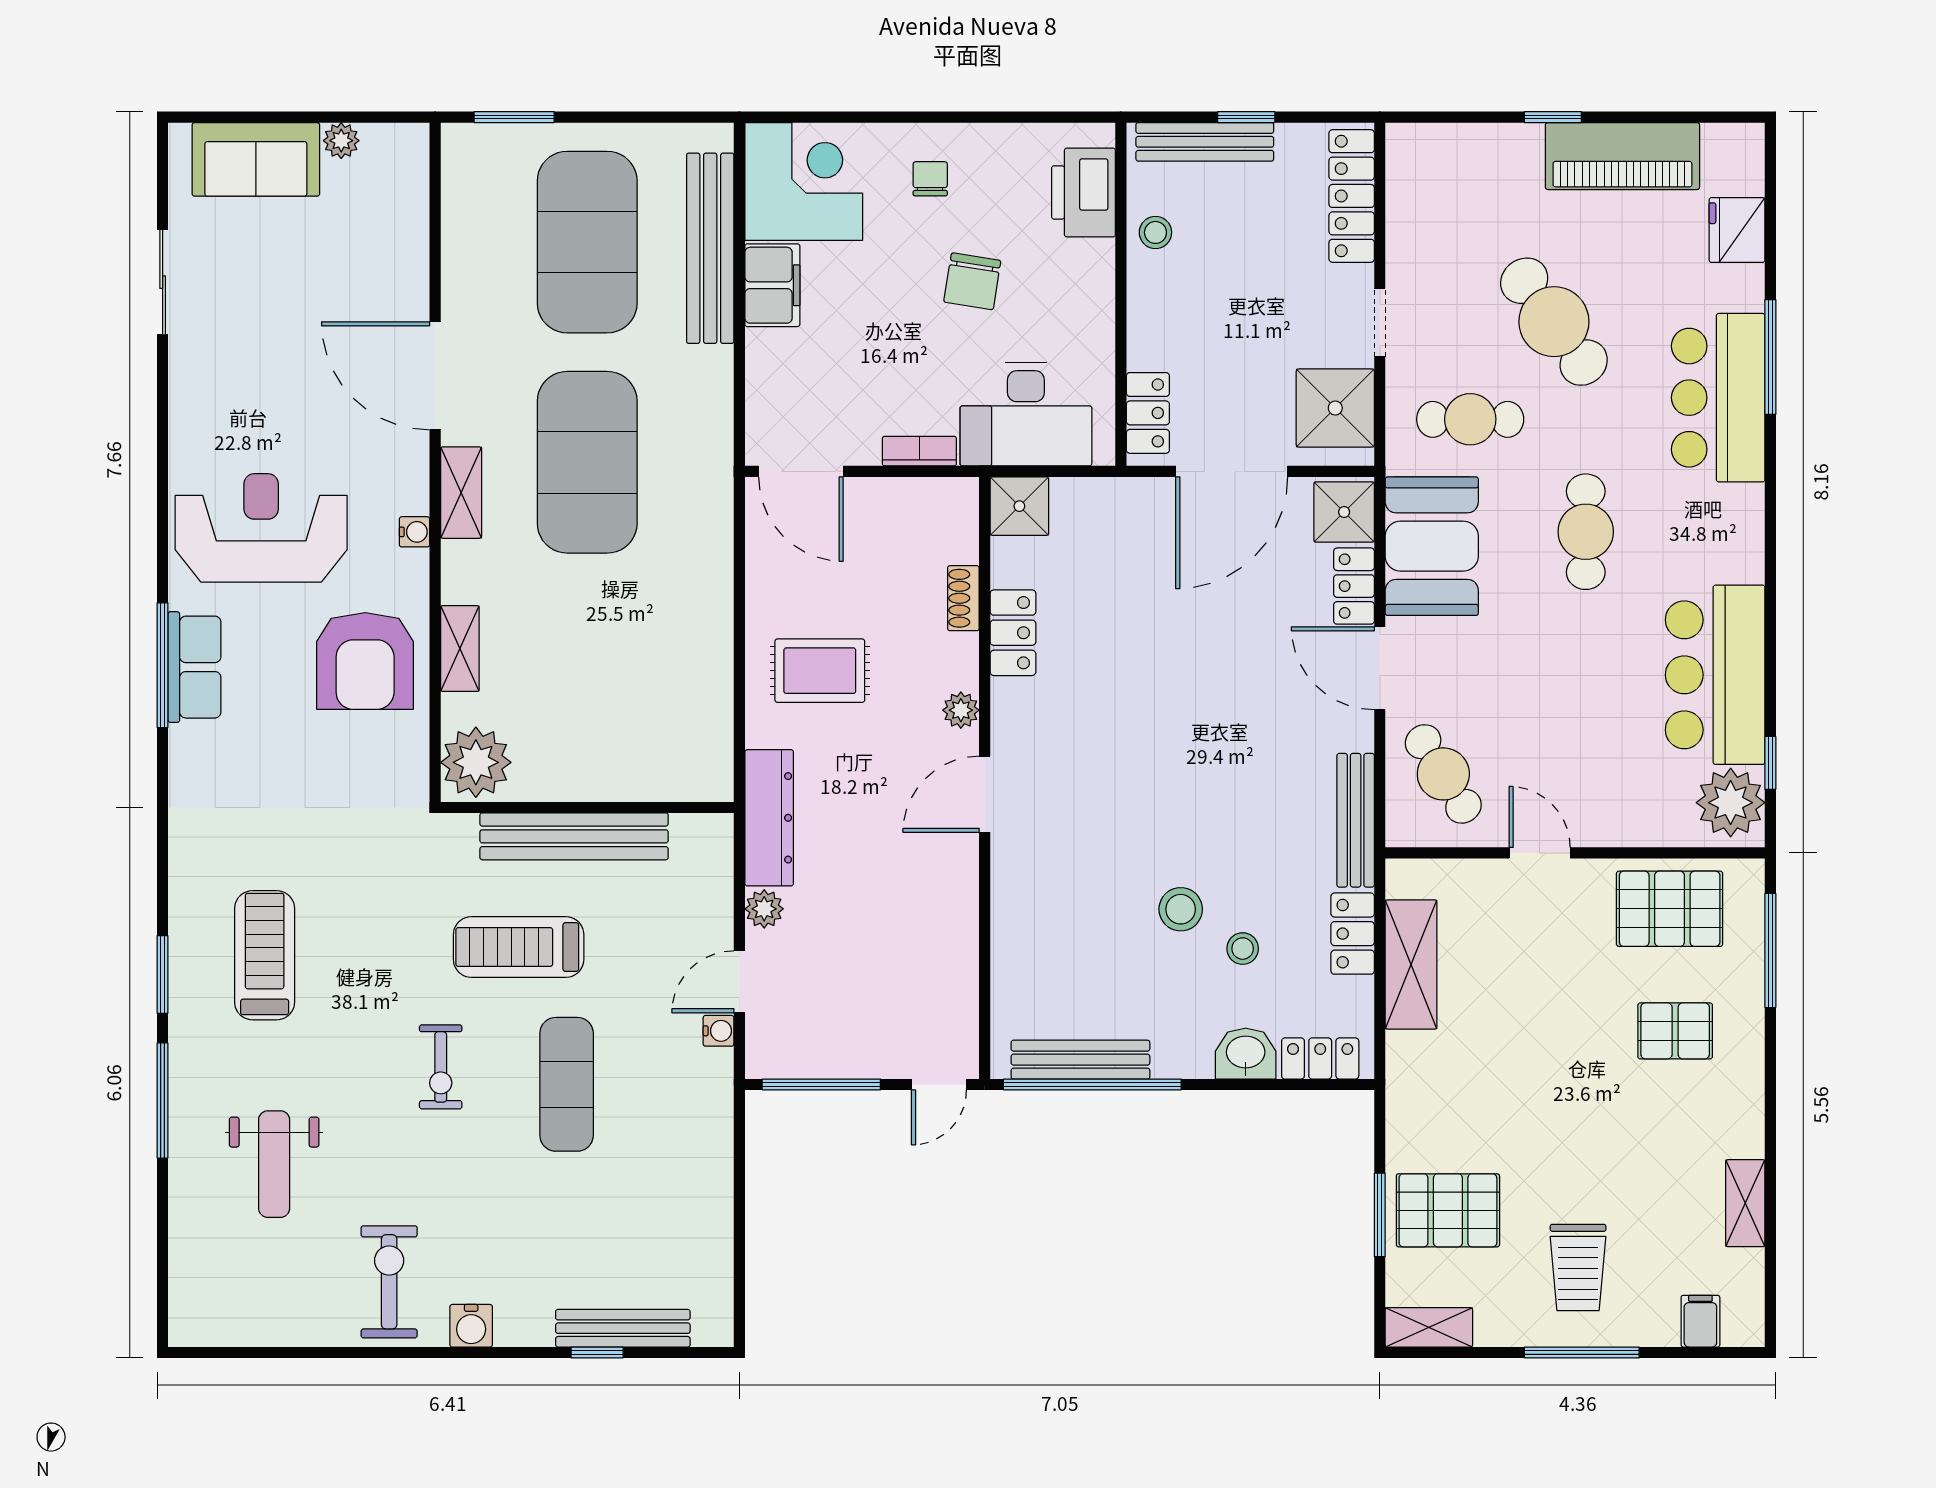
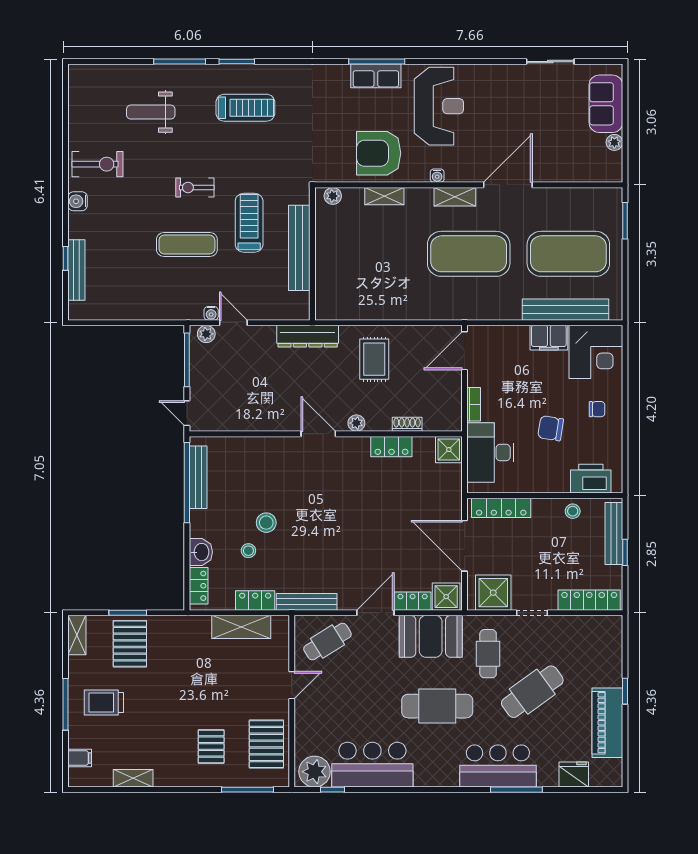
locker: (1148, 413) -> (501, 508), width x1.53
cafe table: (1586, 532) -> (437, 706), width x1.37, depth x1.35
plant: (476, 762) -> (333, 196), width x0.53, depth x0.53
plant: (764, 909) -> (206, 334), moved

